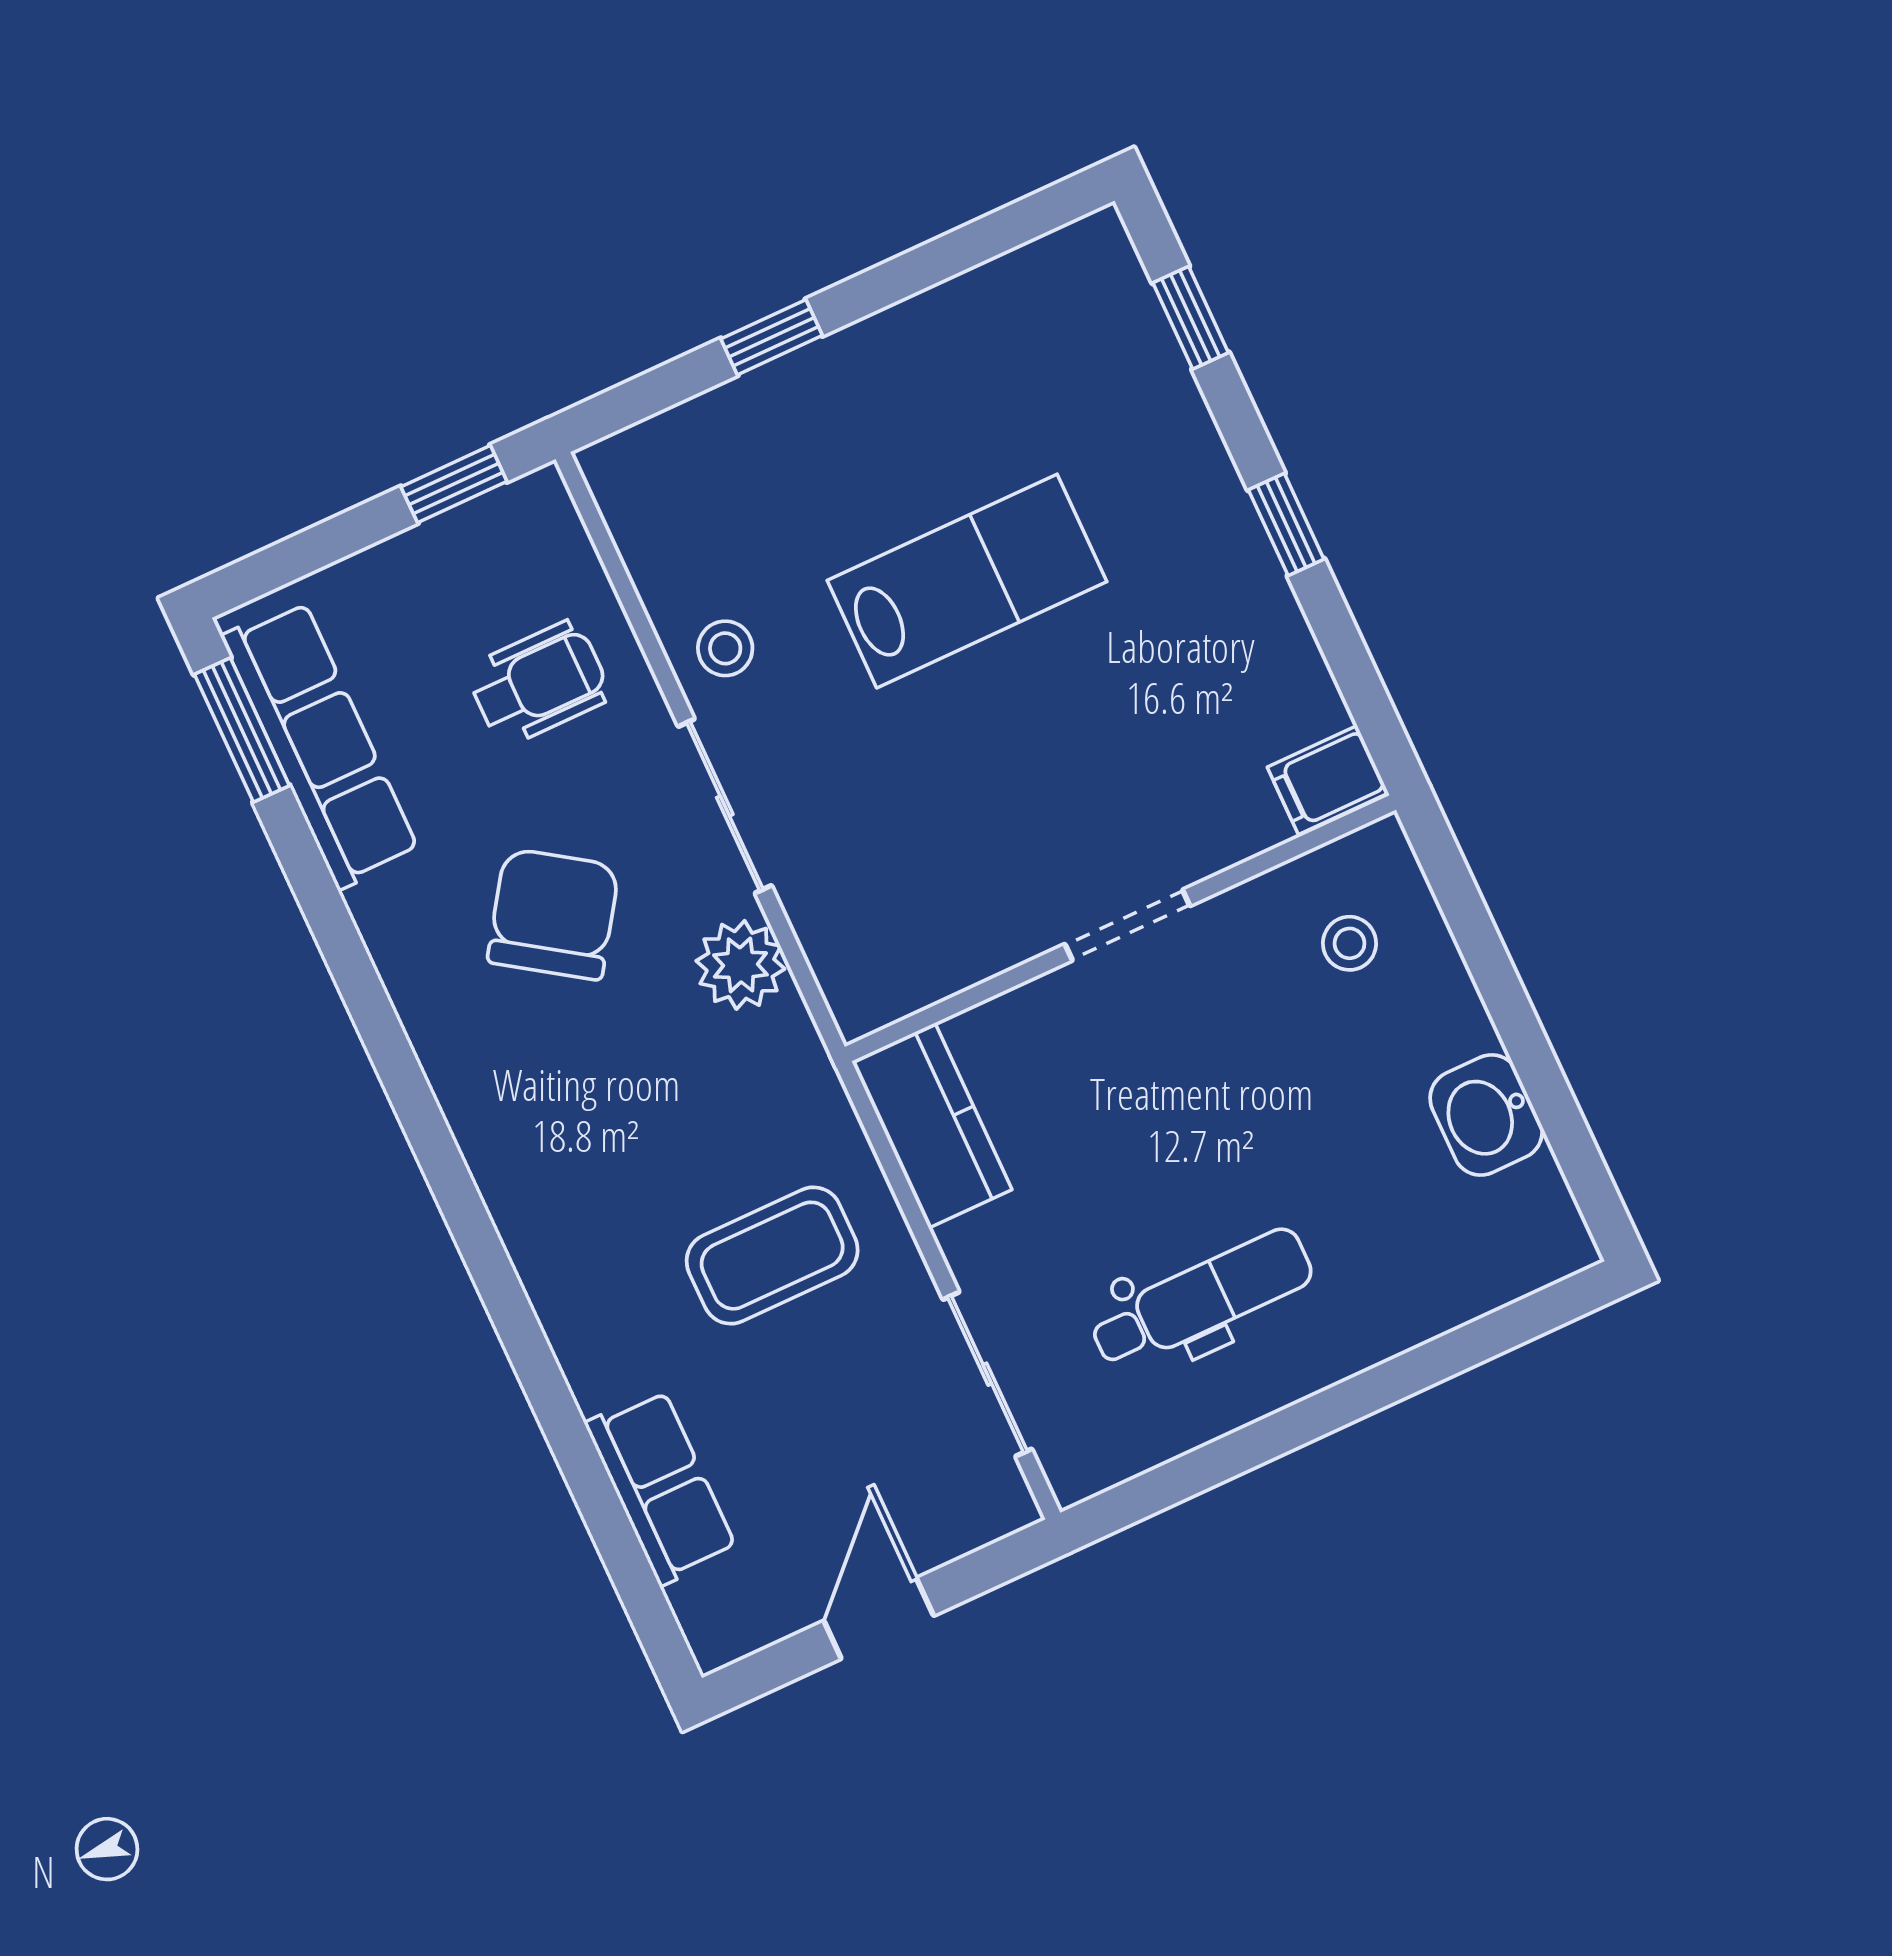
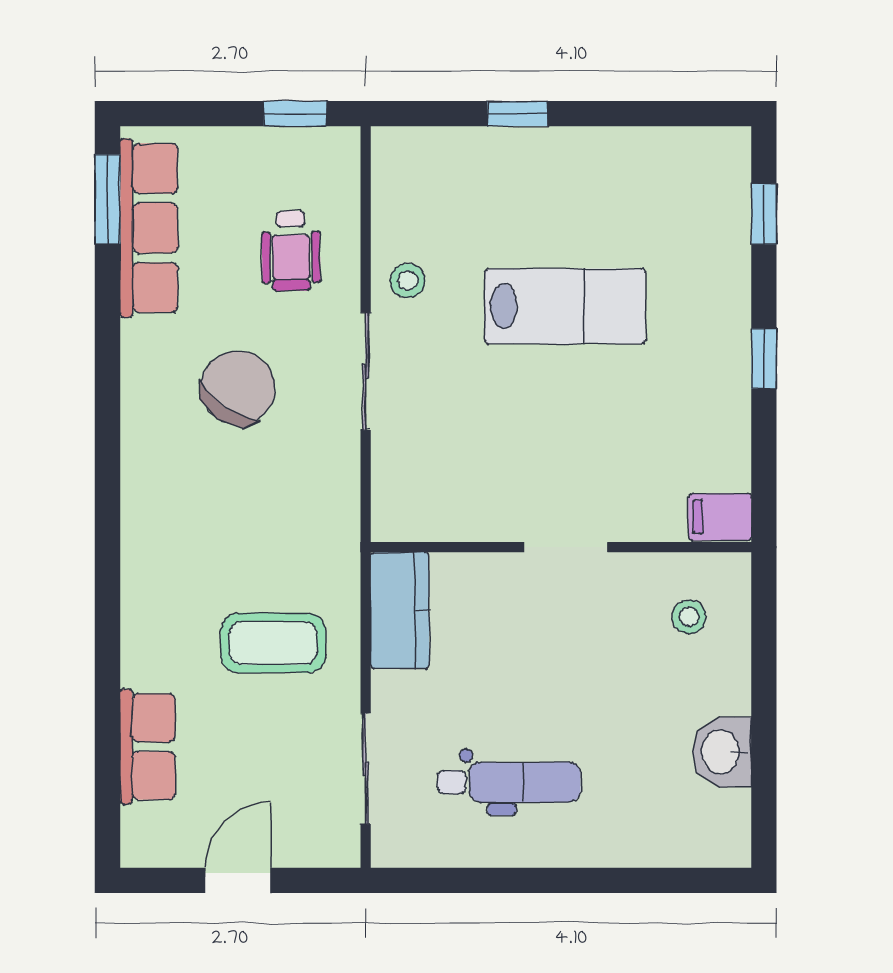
wheelchair: (539, 683) -> (291, 251), turned 89
plant: (740, 965) -> (332, 467), removed

